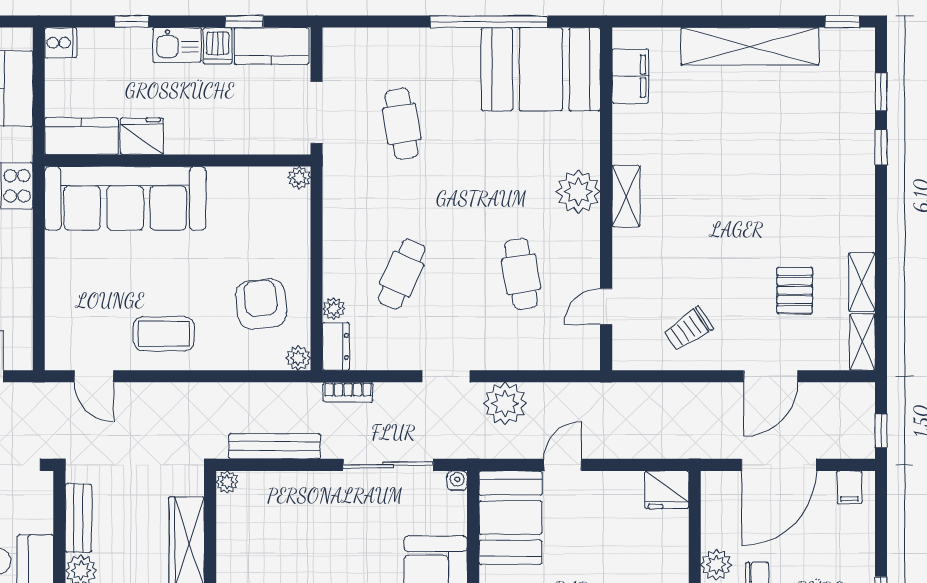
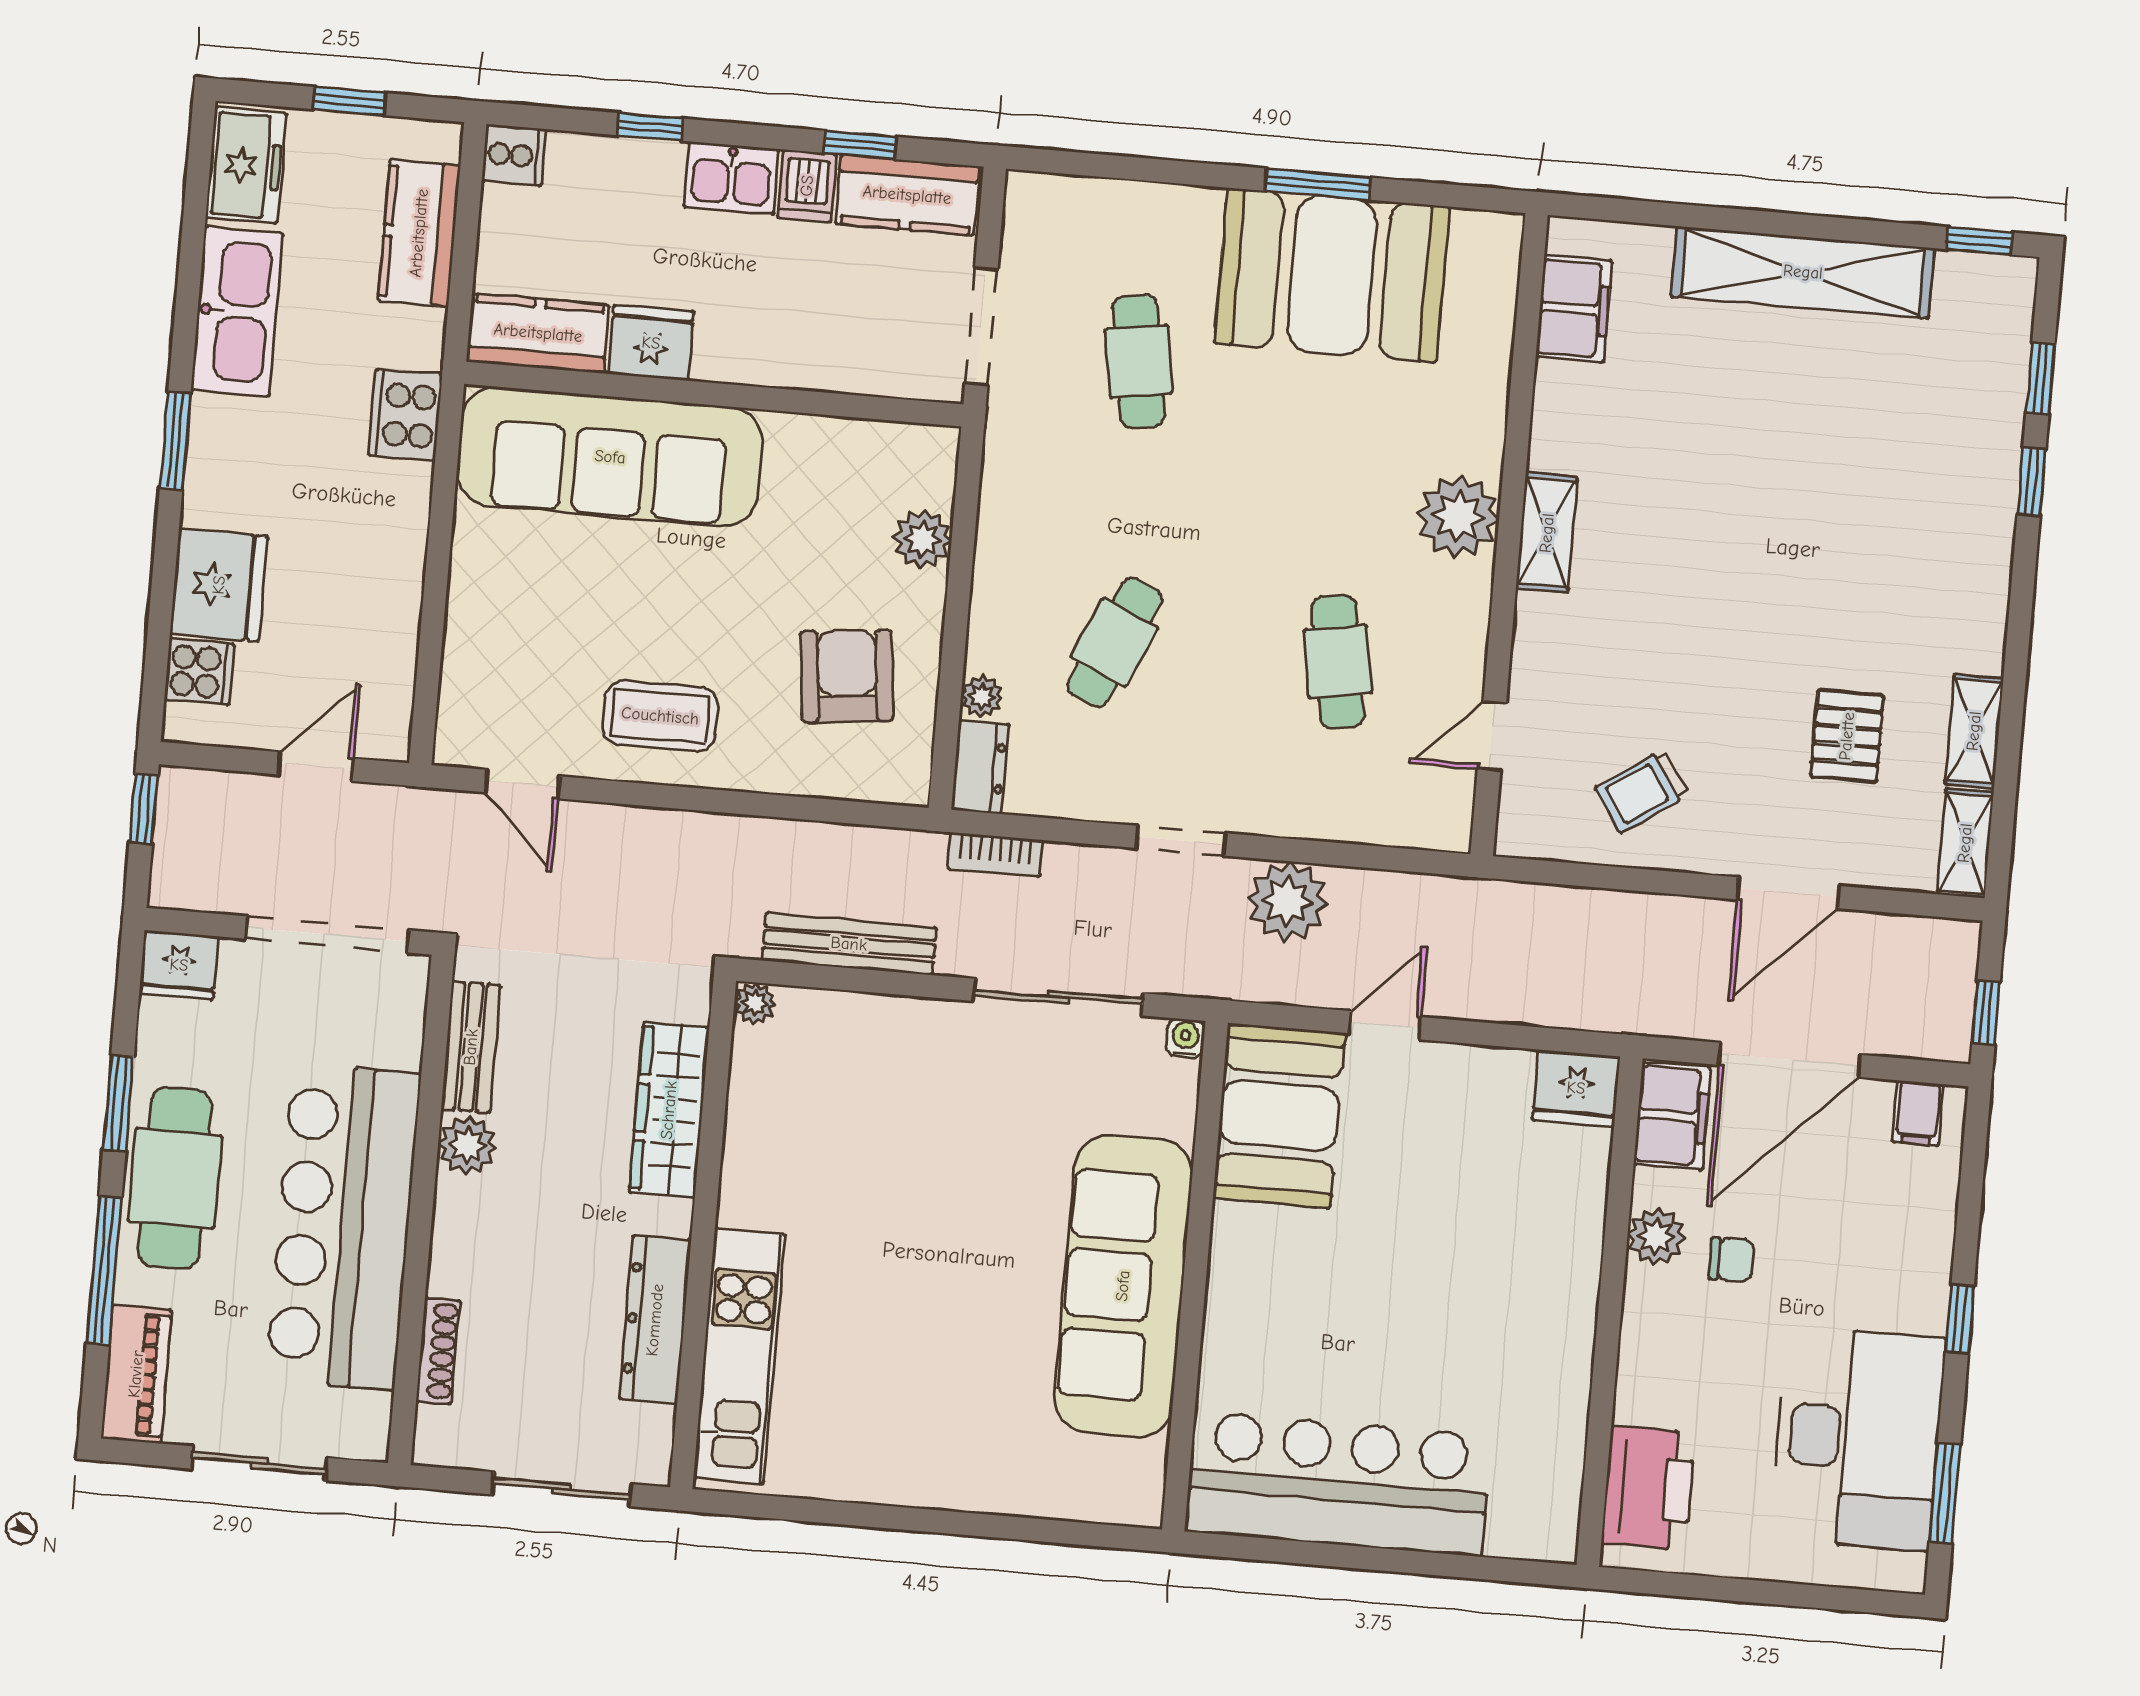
window: (489, 22) -> (1318, 184), width x0.47
booth: (541, 69) -> (1332, 275), moved
plant: (299, 178) -> (923, 539), moved, width x1.38, depth x1.38
plant: (298, 358) -> (908, 783), removed
filing cabinet: (719, 500) -> (1672, 1116), added

